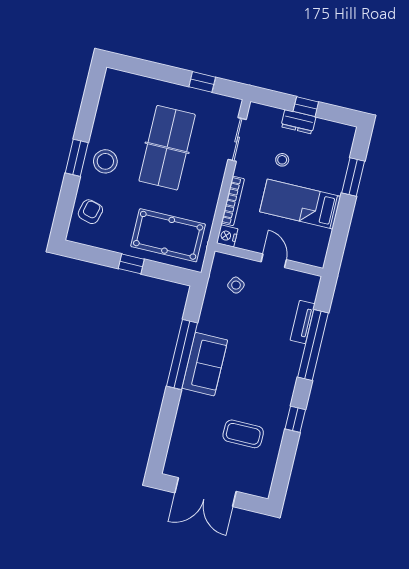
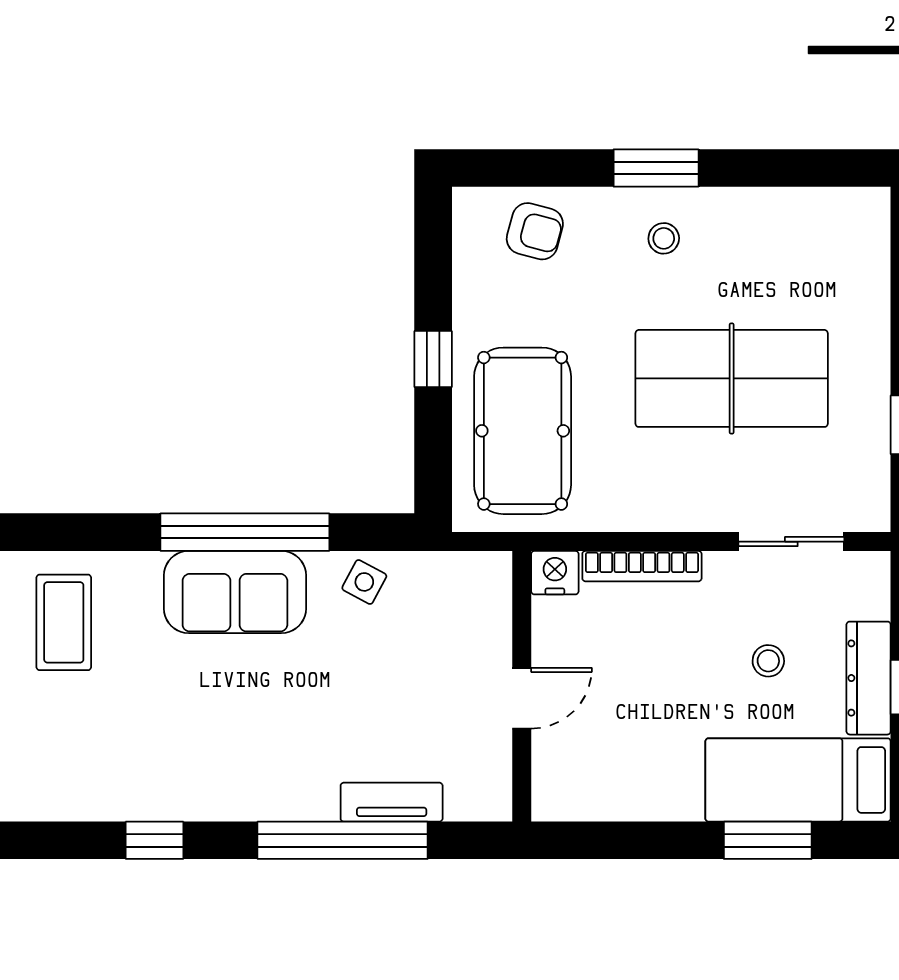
dresser: (298, 122) -> (869, 678), width x1.44
stool: (105, 161) -> (664, 238), width x0.53, depth x0.53
bed: (300, 204) -> (798, 780), moved, turned -90
side table: (236, 285) -> (364, 582), moved
coffee table: (243, 434) -> (64, 622), moved

